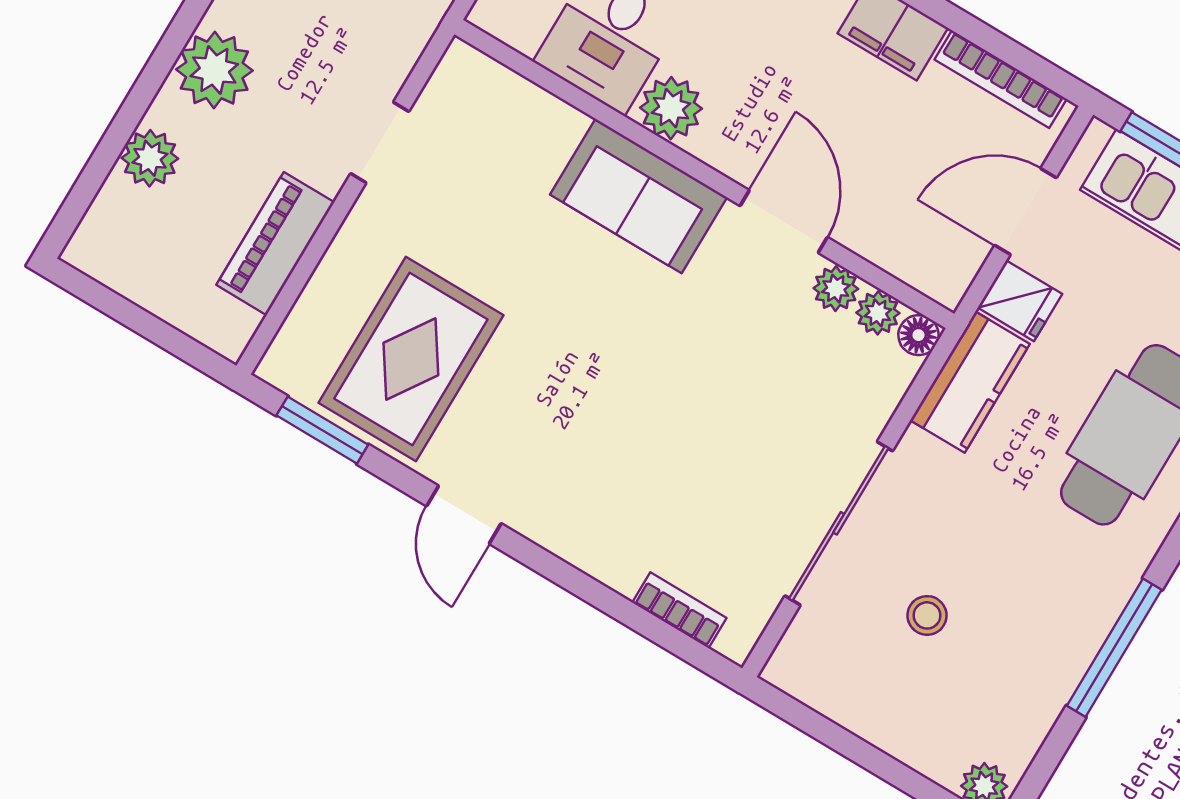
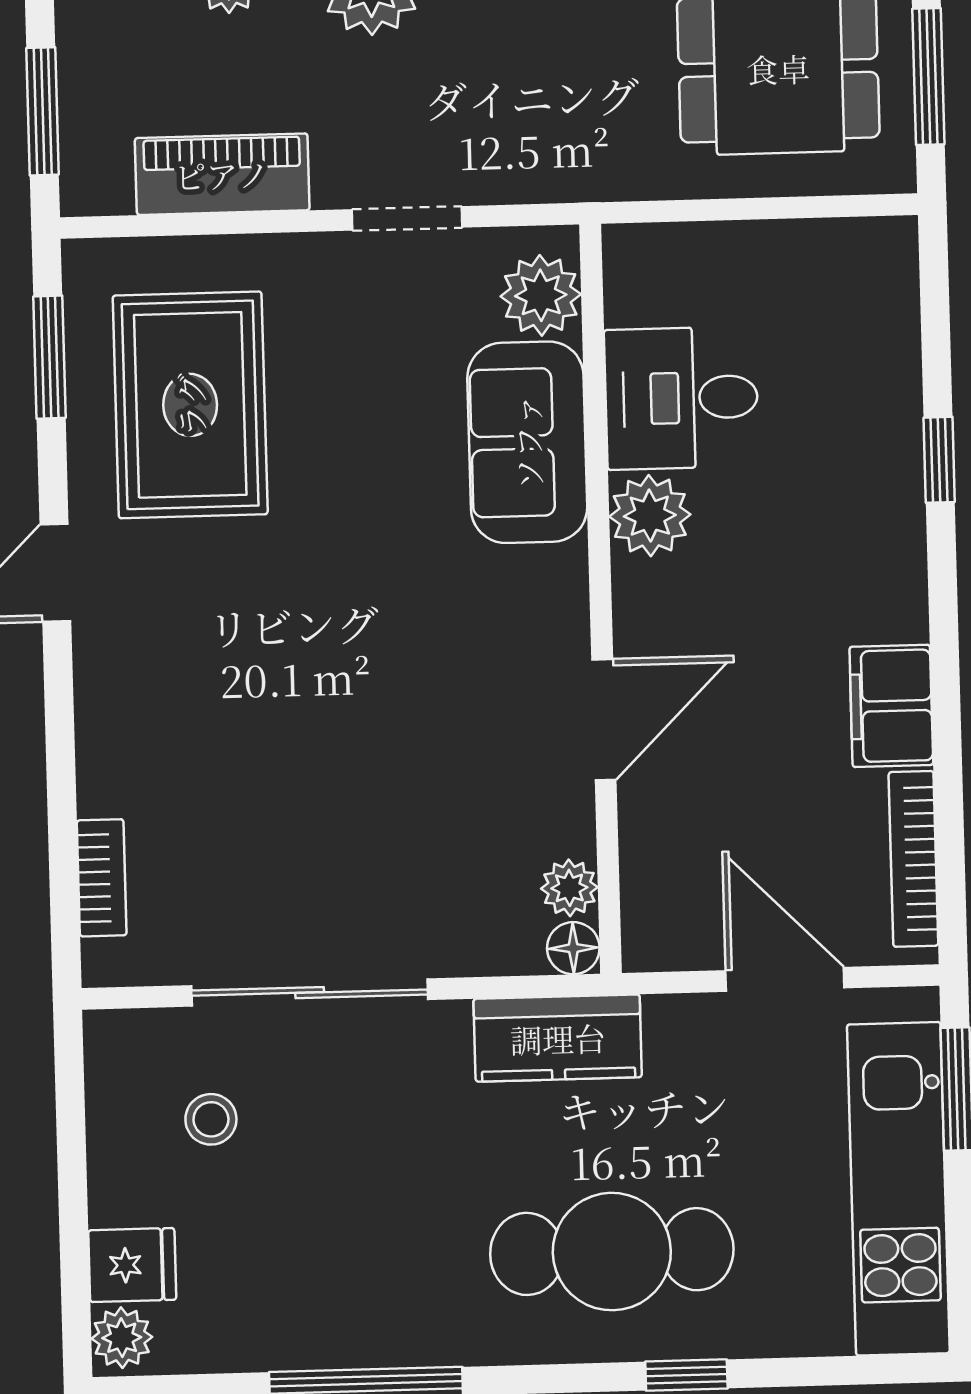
sofa: (639, 196) -> (527, 442), moved
plant: (836, 289) -> (541, 295), moved, width x1.38, depth x1.38
fridge: (1020, 301) -> (132, 1265), moved, turned -90
window: (161, 334) -> (43, 111), added
rug: (411, 359) -> (190, 405), turned 90
stool: (927, 615) -> (211, 1119), moved

